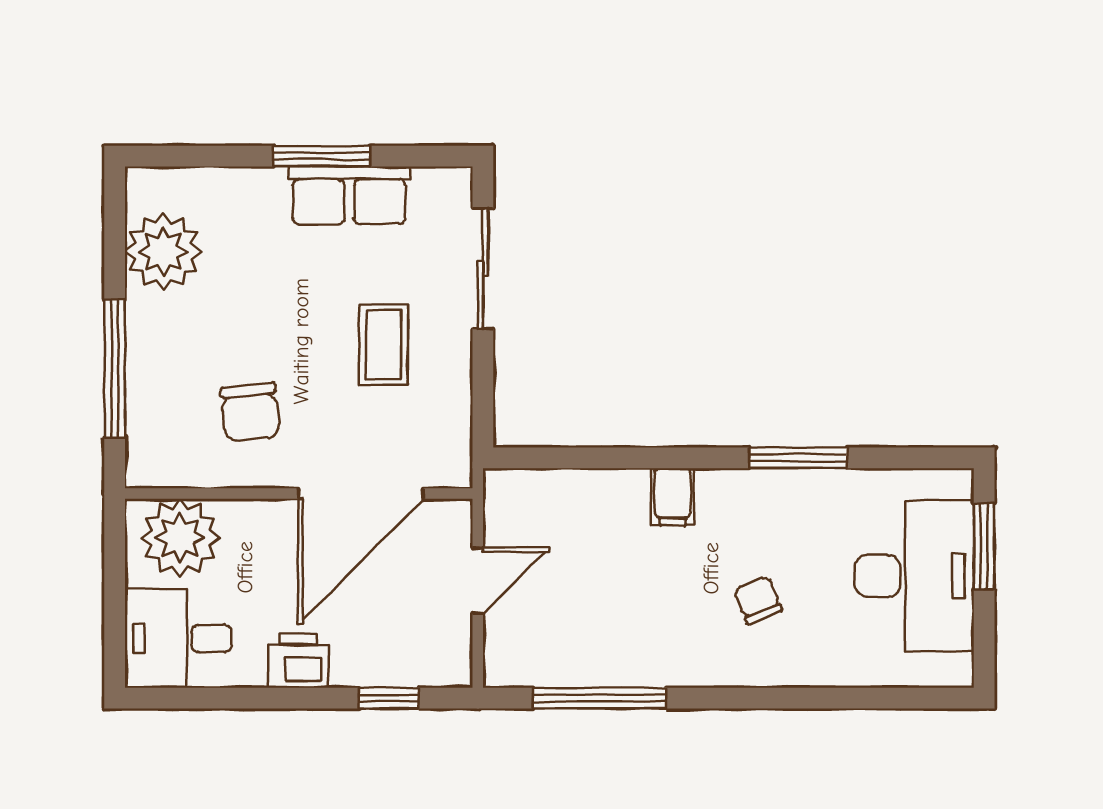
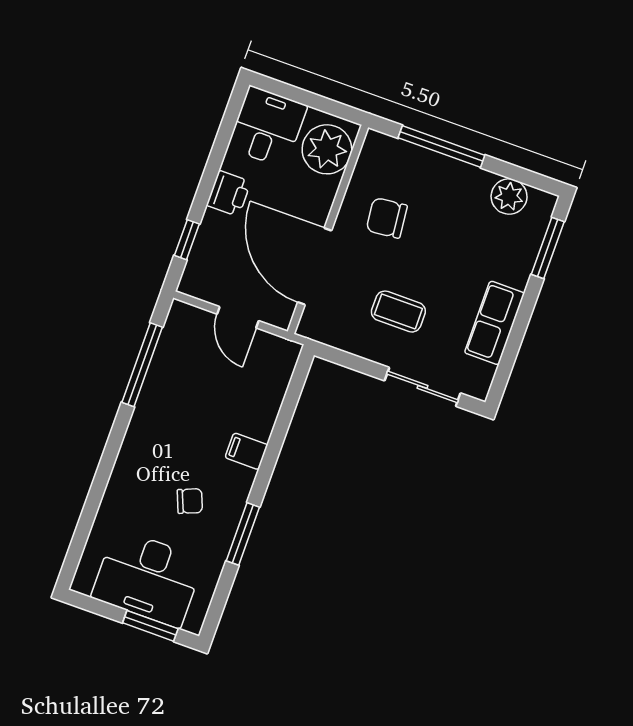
window: (322, 156) -> (548, 248), moved
plant: (163, 251) -> (509, 196), width x0.73, depth x0.73
chair: (758, 600) -> (190, 501), moved

